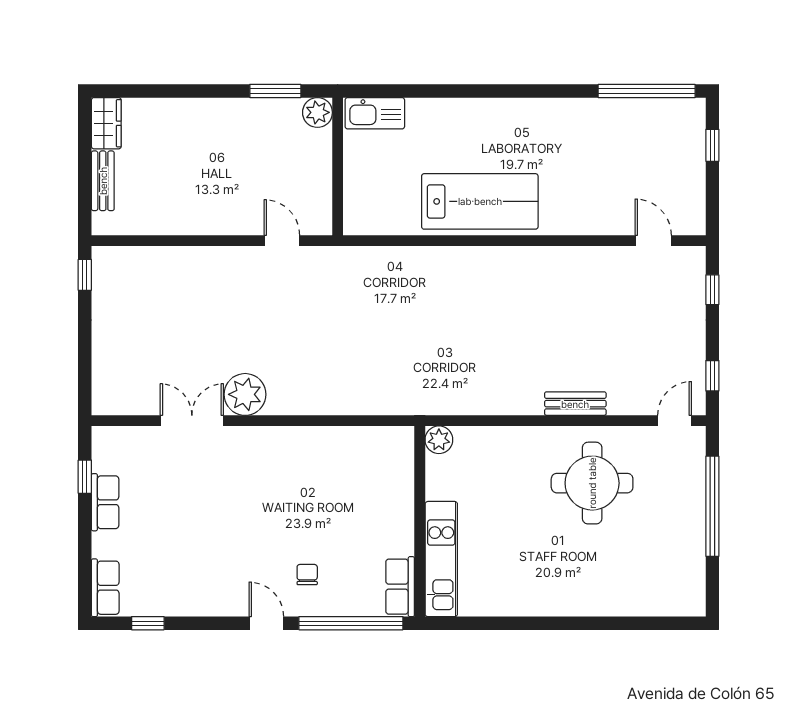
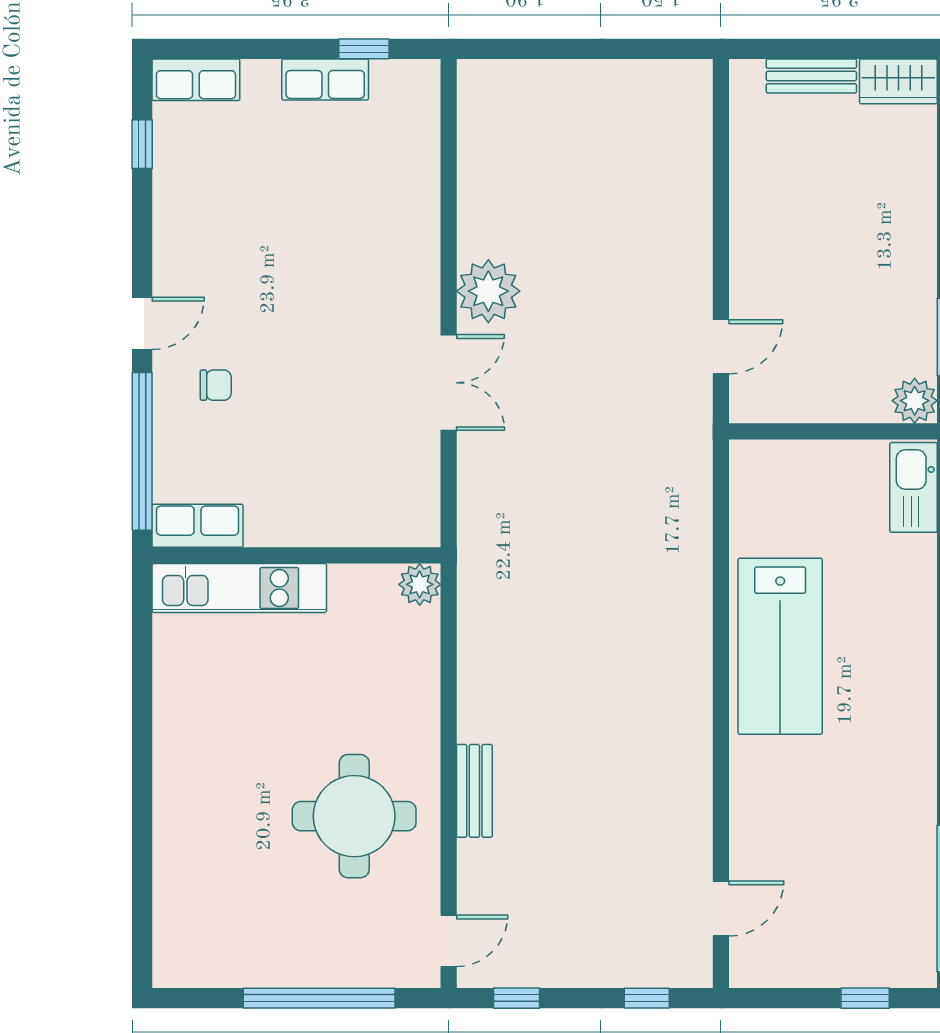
window: (85, 275) -> (669, 49), removed
double door: (192, 421) -> (449, 383), moved
door: (675, 421) -> (449, 941), hinge flipped

